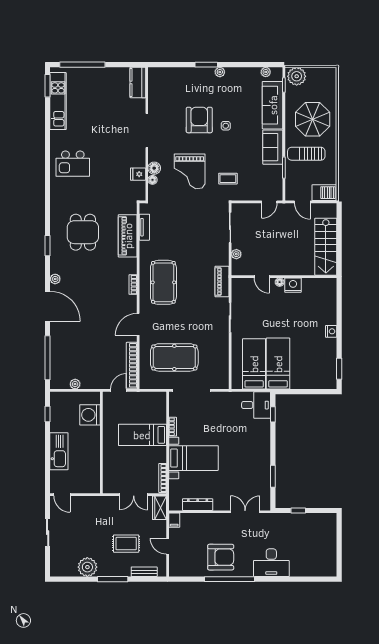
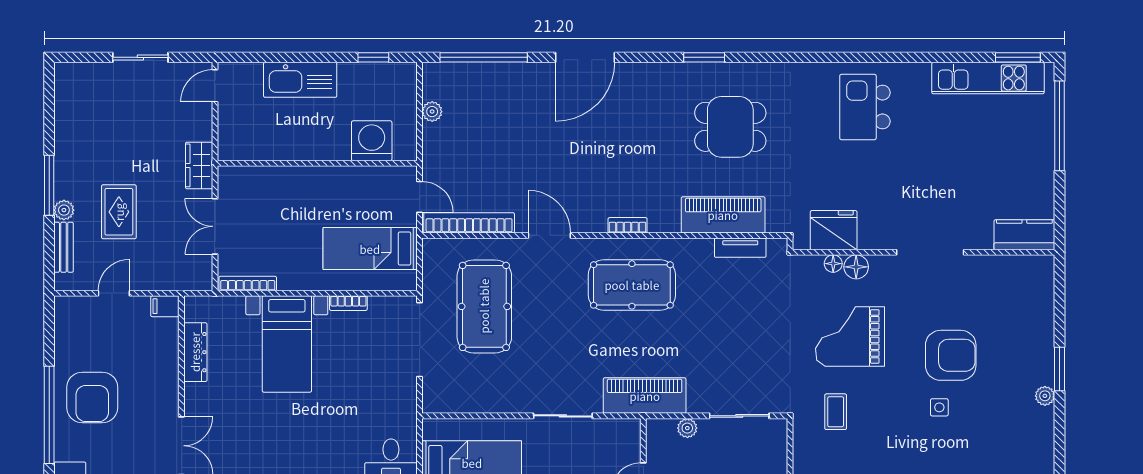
fridge: (138, 174) -> (834, 230), width x1.88, depth x1.34
plant: (55, 279) -> (639, 72), removed
piano: (222, 281) -> (645, 396), width x1.37, depth x1.33
bed: (142, 435) -> (370, 249), moved, turned -90
wardrobe: (159, 508) -> (199, 165), moved, turned -90
plant: (87, 567) -> (64, 210), moved, width x0.53, depth x0.53

